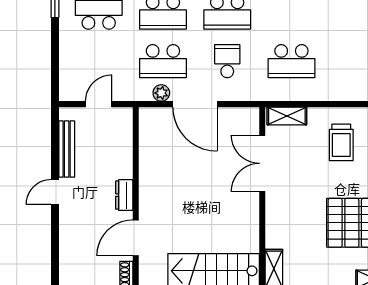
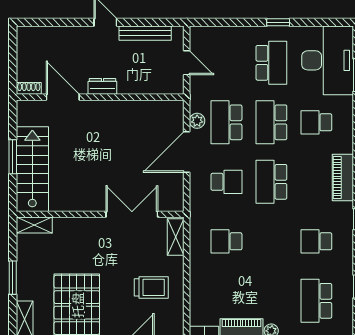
school desk: (291, 61) -> (226, 241), width x0.54
trolley: (341, 142) -> (151, 287), turned 180

